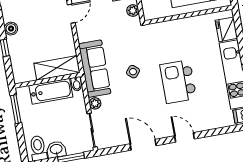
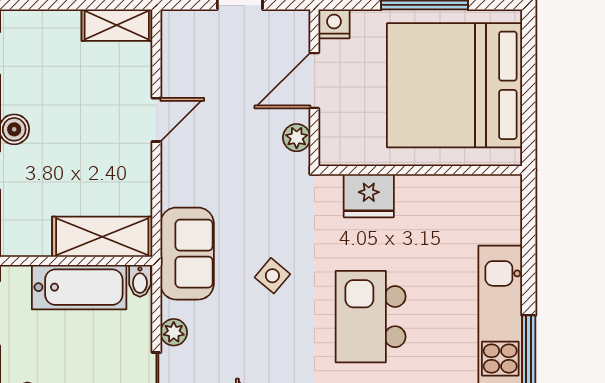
fridge: (226, 29) -> (369, 196), moved, turned -90
sofa: (95, 69) -> (187, 254), width x0.73

